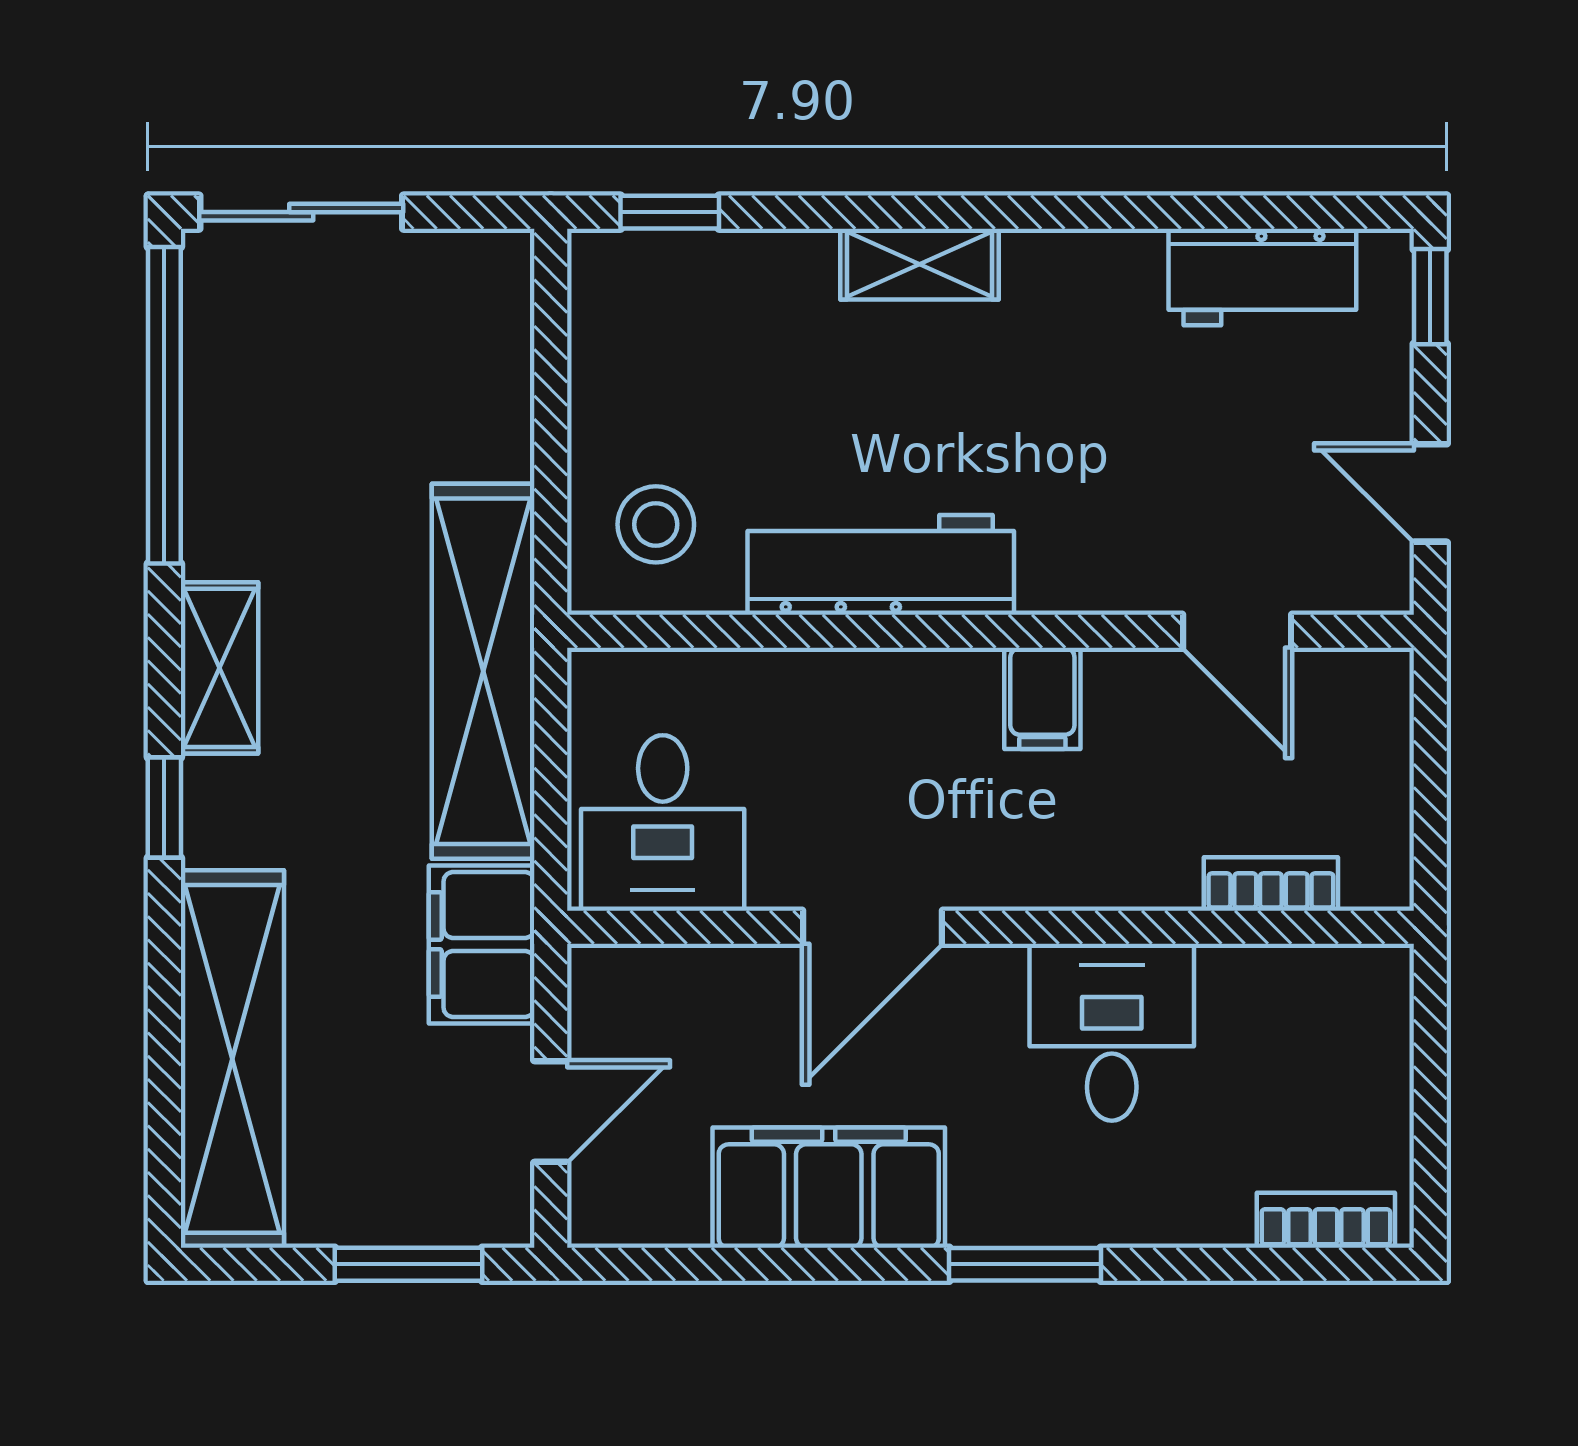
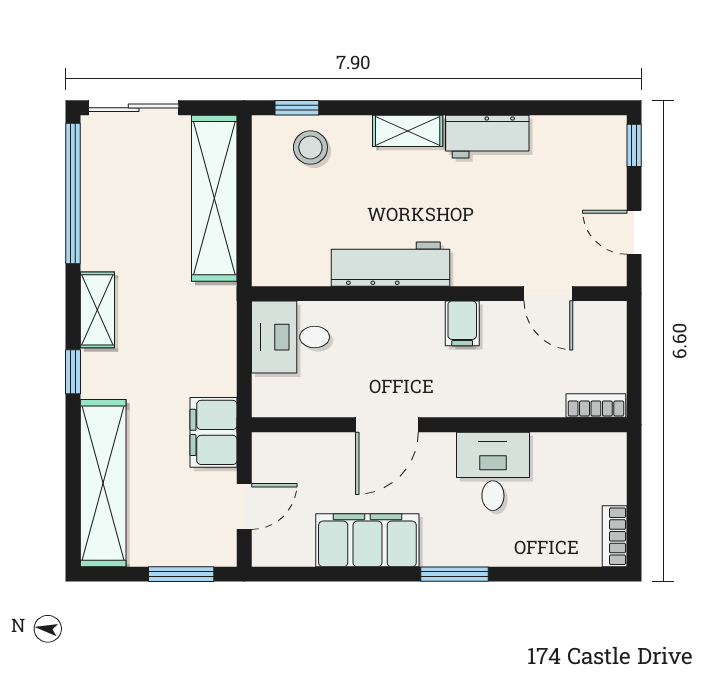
workbench: (1262, 277) -> (487, 137), moved
stool: (656, 524) -> (310, 147), moved
shelving: (483, 671) -> (214, 198), moved
desk: (663, 823) -> (290, 337), moved, turned 90
bookcase: (1271, 884) -> (596, 406), moved
bookcase: (1326, 1220) -> (615, 536), moved, turned -90

